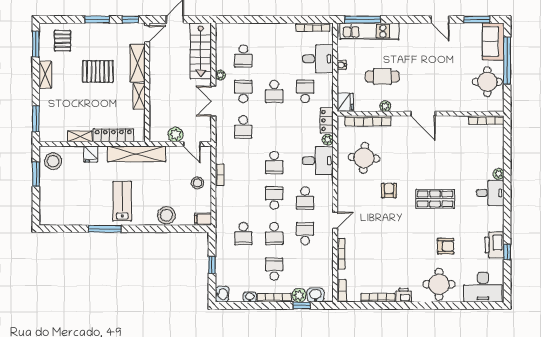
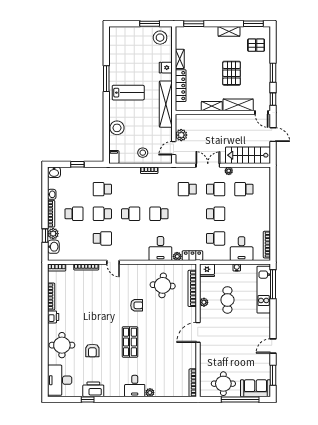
school desk: (274, 91) -> (216, 214), turned 180
school desk: (305, 198) -> (131, 238), removed

